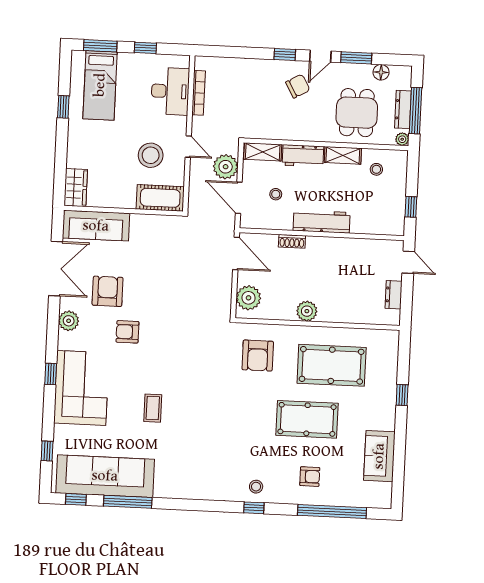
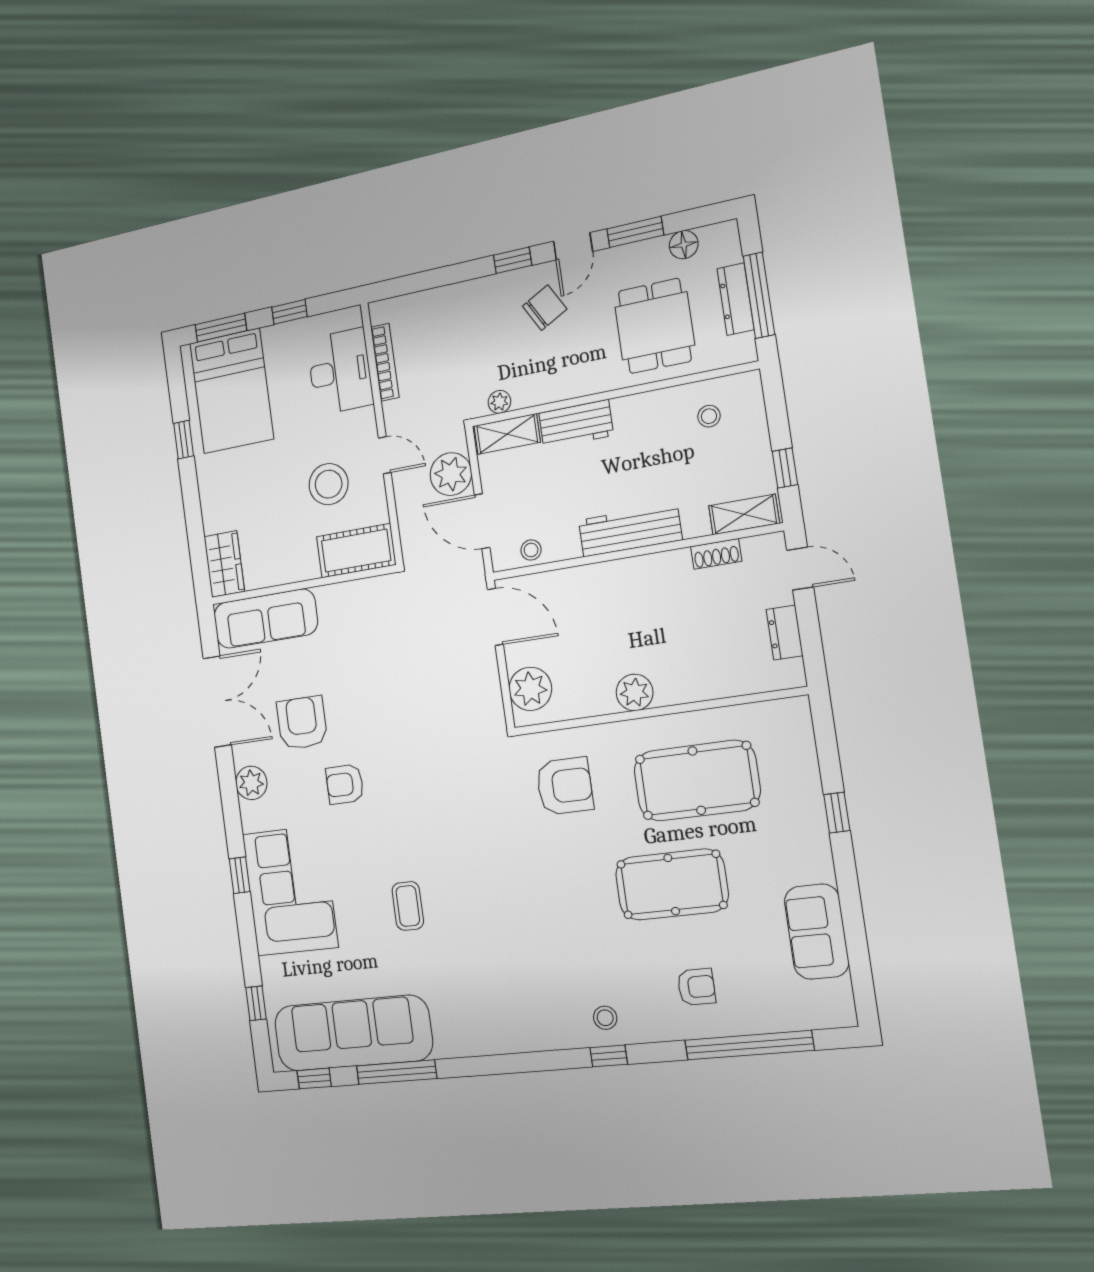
bed: (100, 85) -> (232, 391), width x1.50
plant: (402, 139) -> (499, 402), moved
shelving: (343, 155) -> (744, 514), moved
stool: (276, 194) -> (531, 550), moved
shoe rack: (292, 241) -> (716, 554), moved
armchair: (258, 356) -> (565, 786), turned -90

